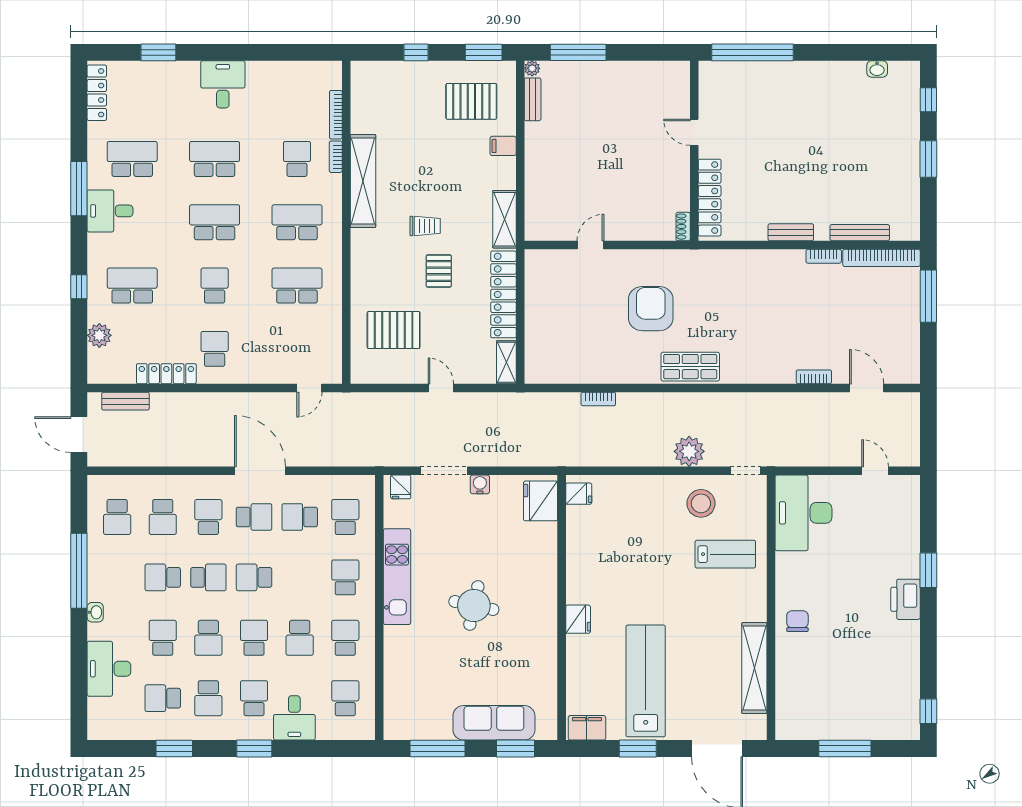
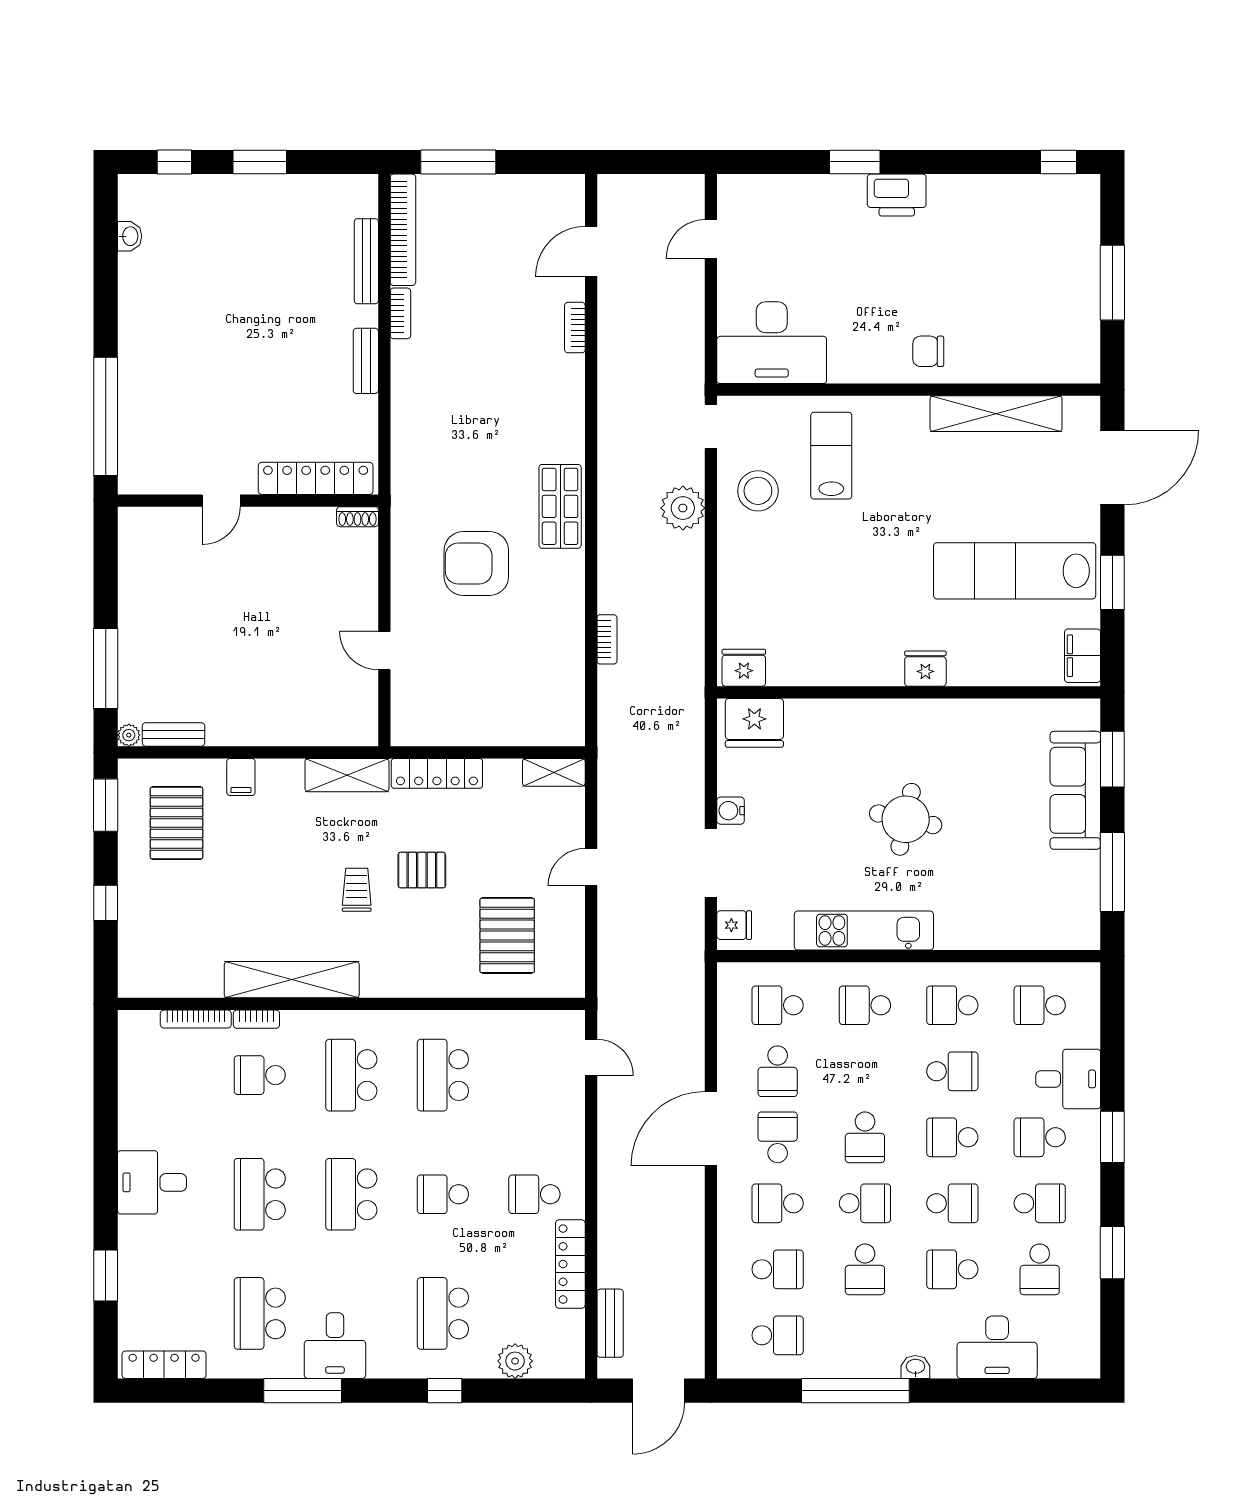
locker: (503, 294) -> (437, 773), width x0.71, depth x0.83
fridge: (579, 494) -> (744, 668), width x1.38
school desk: (208, 577) -> (865, 1203), turned 90

